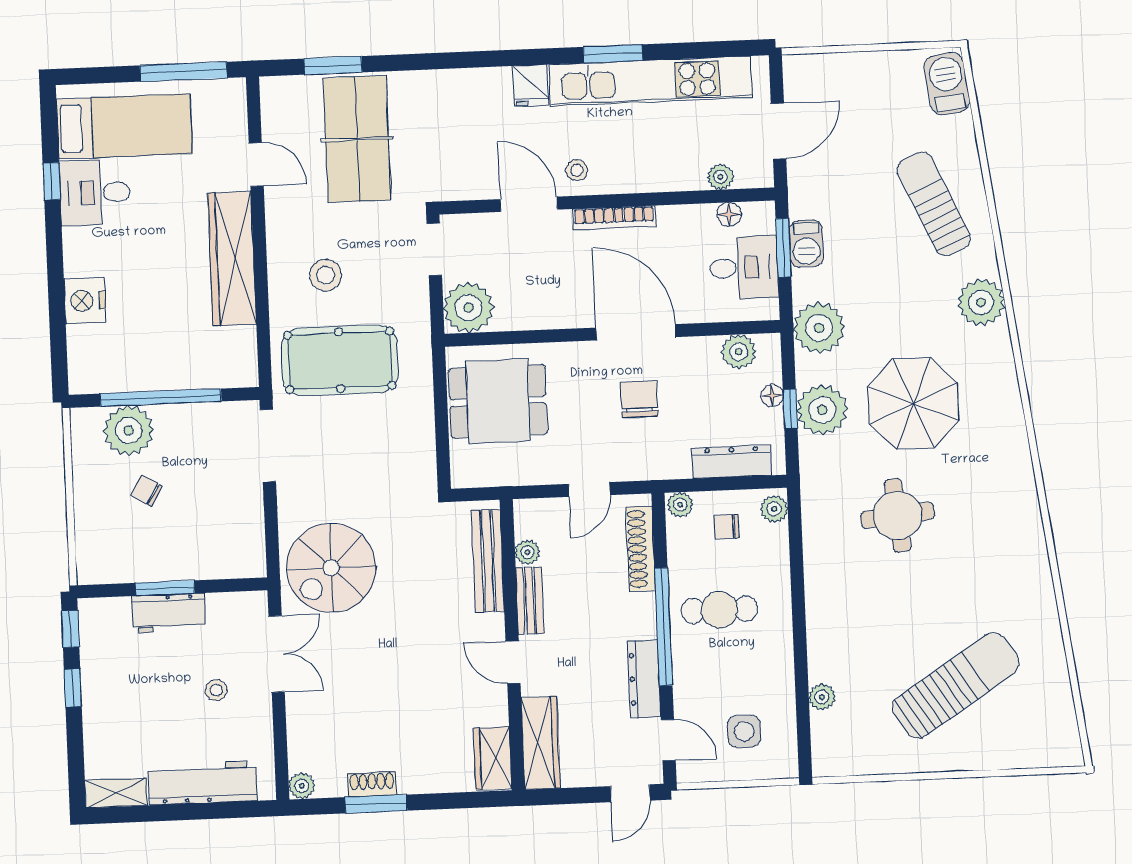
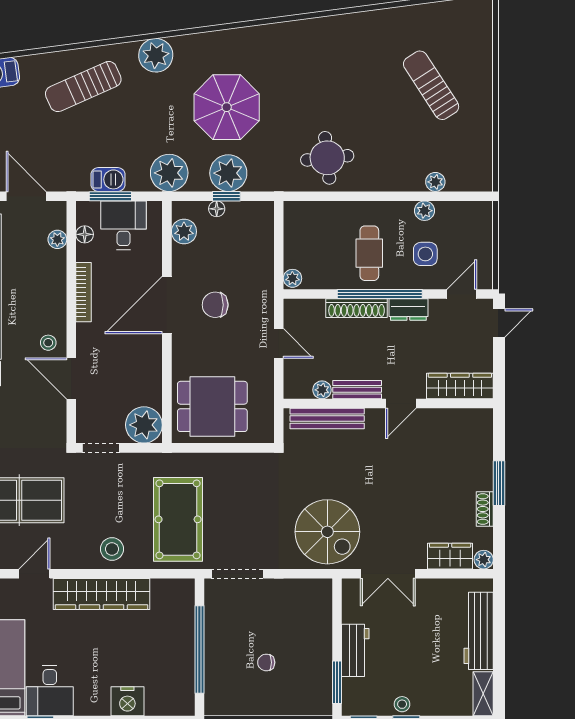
door: (529, 204) -> (71, 378), hinge flipped
bookcase: (614, 218) -> (84, 292), moved
stool: (326, 275) -> (112, 549), moved
dining table: (498, 401) -> (212, 406), turned 90
plant: (129, 430) -> (222, 674), removed
dresser: (732, 462) -> (263, 240), removed
chair: (147, 491) -> (266, 662), turned 59
plant: (774, 509) -> (424, 211), moved
round table: (898, 515) -> (327, 158), moved
chair: (727, 527) -> (310, 245), removed
shoe rack: (641, 549) -> (357, 308), moved
window: (165, 588) -> (337, 682), moved
double door: (277, 654) -> (388, 574), swing flipped
dresser: (644, 679) -> (408, 310), width x0.70
sun lounger: (956, 685) -> (431, 85), width x0.73, depth x0.75
stool: (216, 690) -> (402, 704), moved
side table: (744, 731) -> (425, 254), moved
wardrobe: (493, 758) -> (450, 556), moved, turned 180
door: (630, 793) -> (499, 323), hinge flipped
window: (376, 804) -> (499, 483), moved

